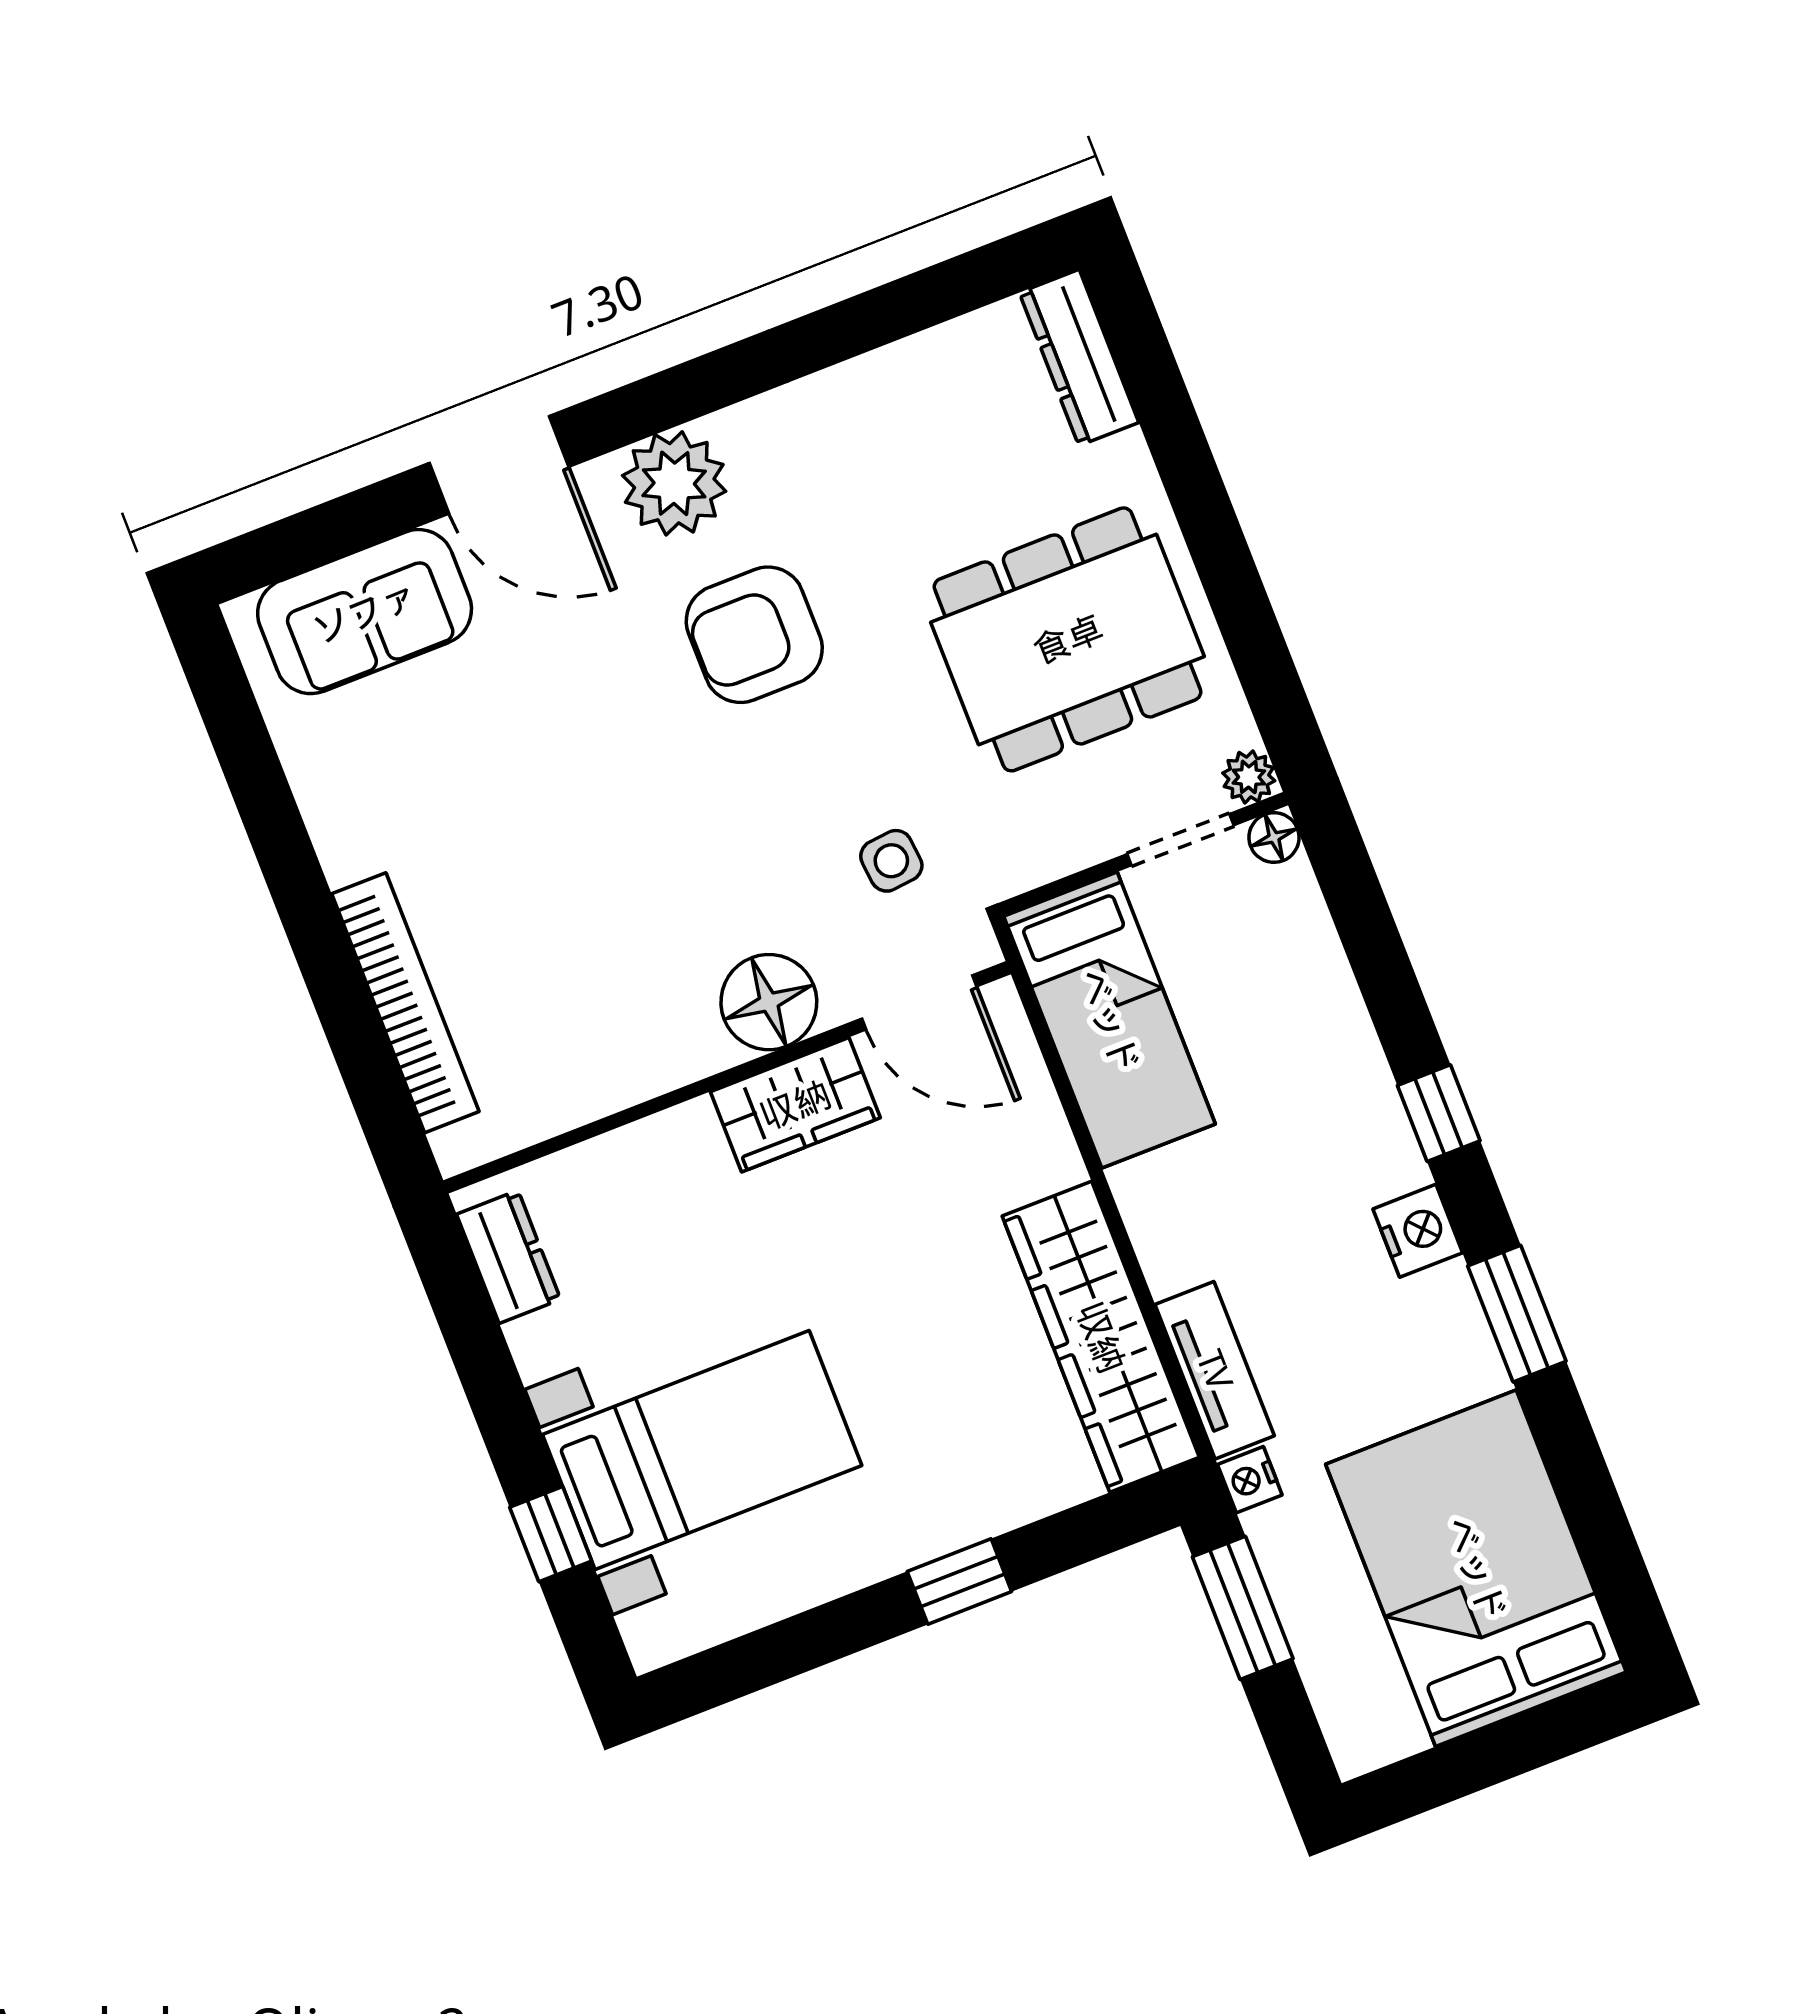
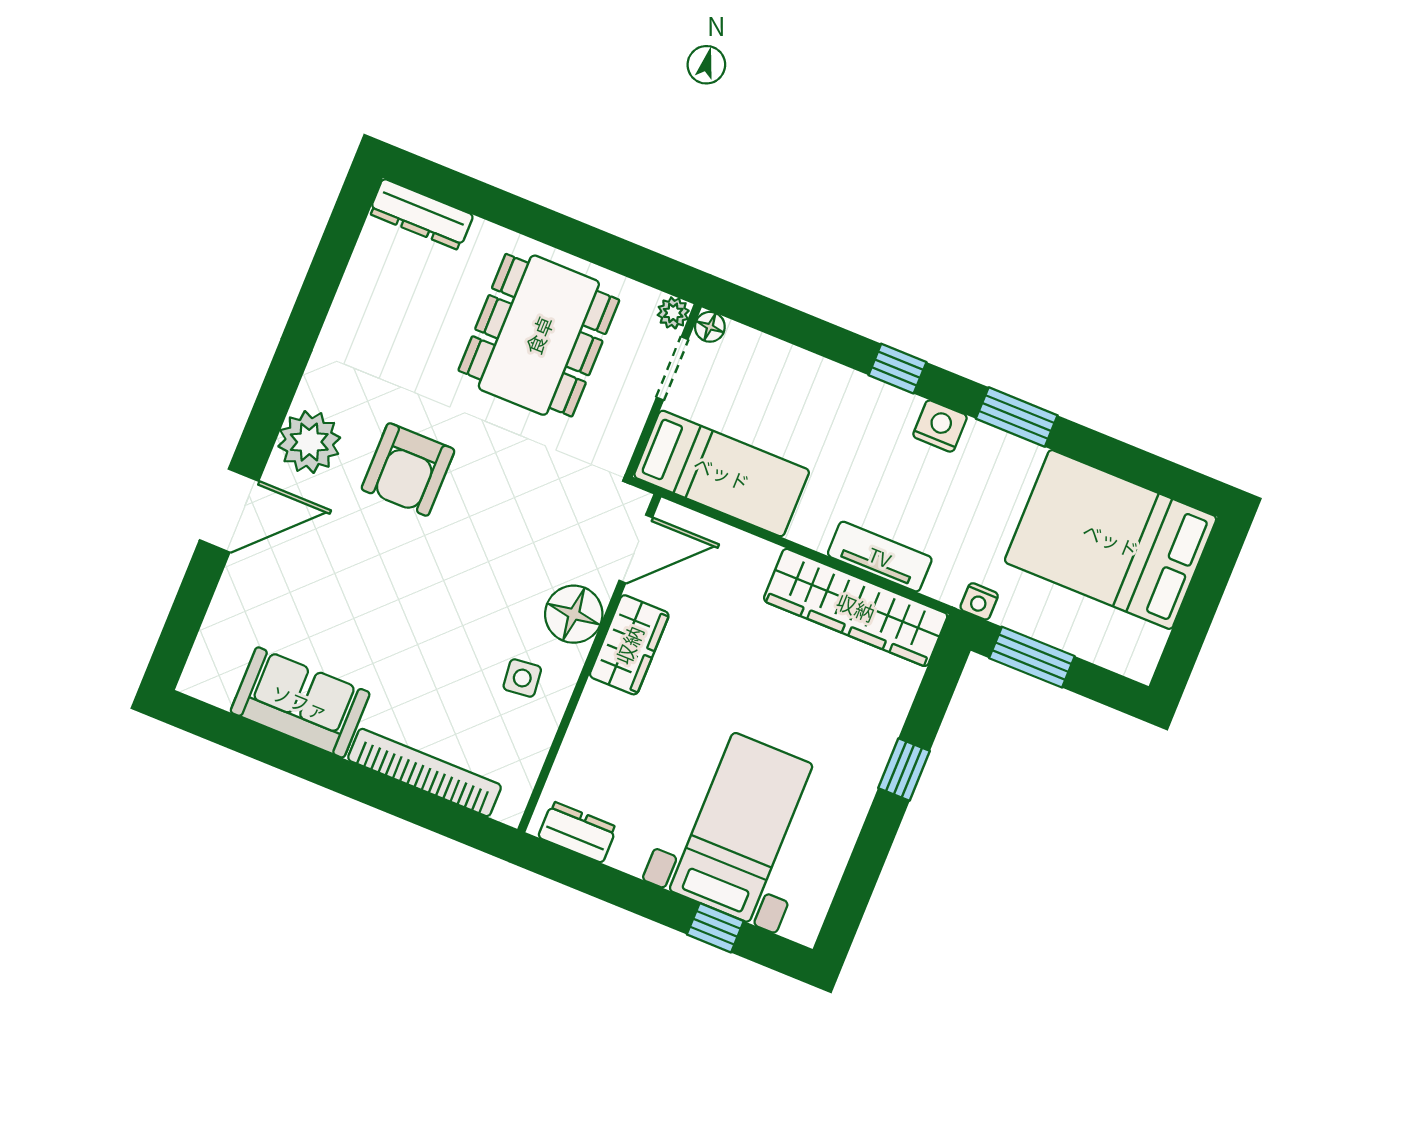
sofa: (365, 612) -> (300, 702), moved, turned -90
side table: (891, 861) -> (522, 678), moved
tv unit: (1215, 1370) -> (880, 557), moved

